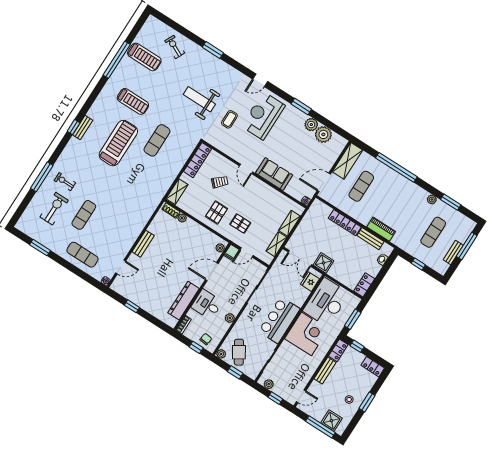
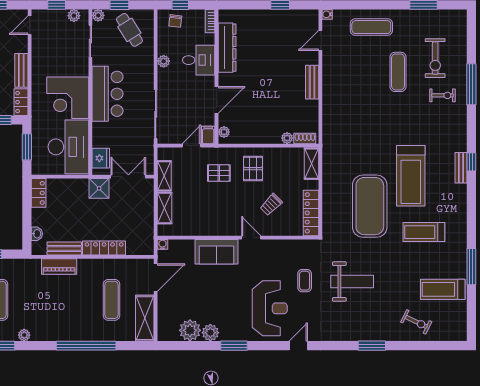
window: (117, 60) -> (471, 267), width x0.68
exercise mat: (157, 140) -> (370, 206), width x2.00, depth x1.45
plant: (221, 354) -> (98, 15), moved

